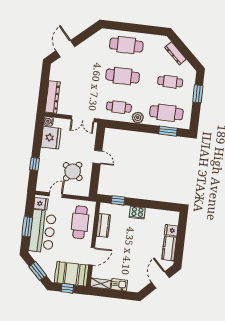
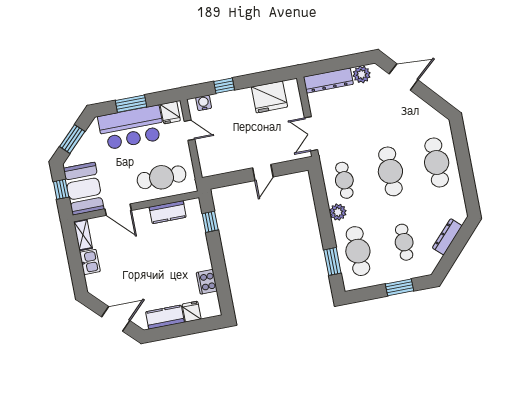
plant: (55, 75) -> (362, 74), added
water cooler: (48, 121) -> (204, 103), moved
round table: (73, 172) -> (231, 143), removed
cooker: (137, 213) -> (207, 282), moved

